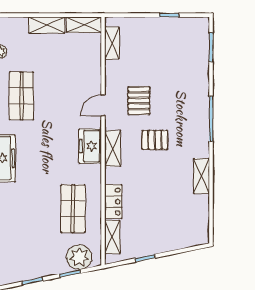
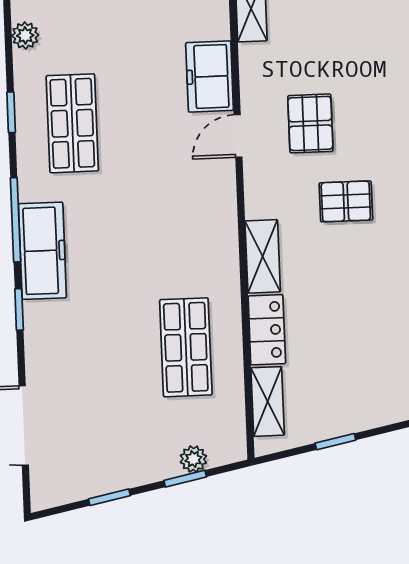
freezer: (90, 146) -> (210, 76), moved
shelving: (113, 148) -> (263, 256), moved
plant: (79, 257) -> (193, 459), width x0.53, depth x0.53

